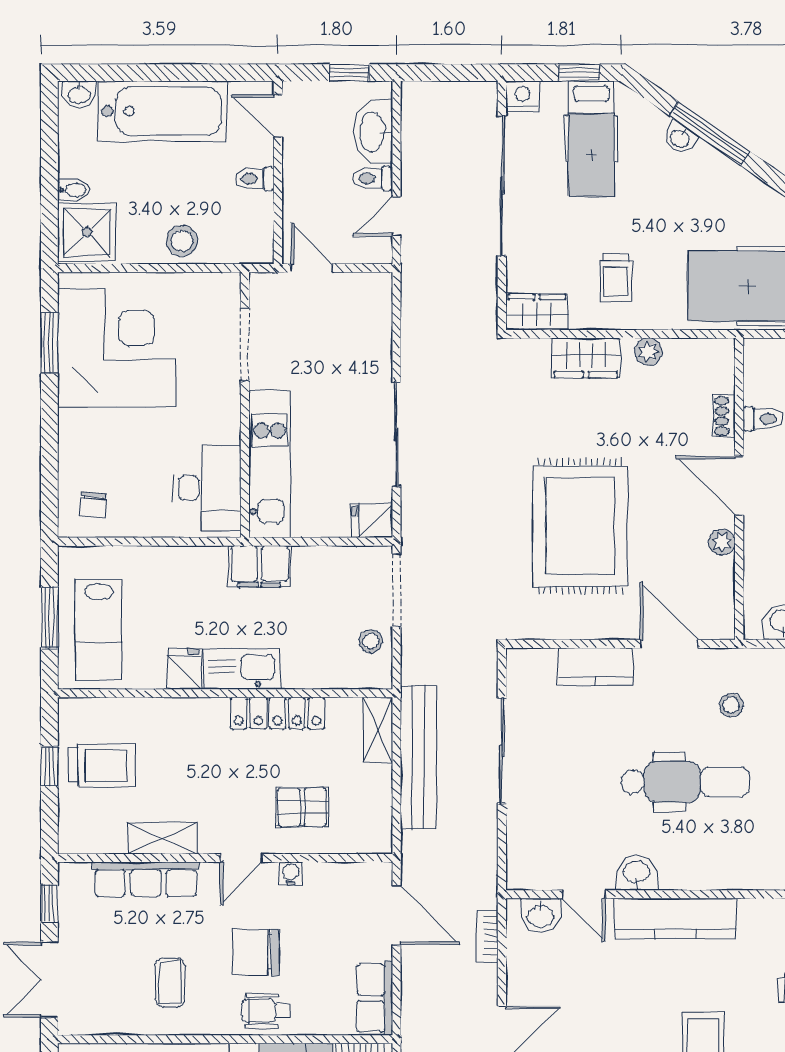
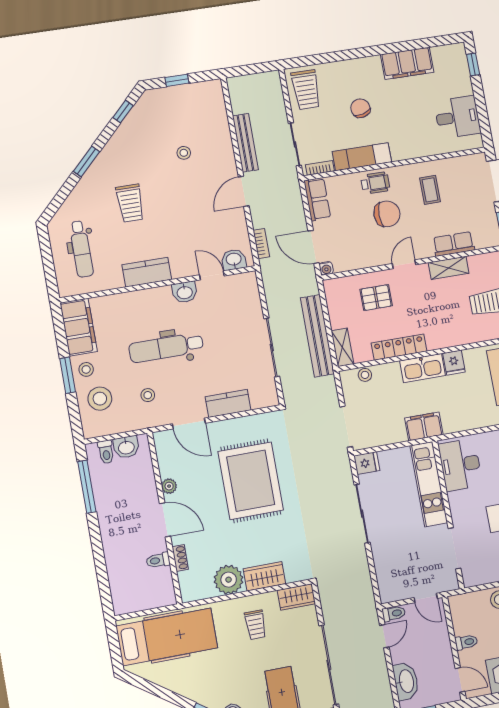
toilet: (373, 178) -> (394, 613), moved
trolley: (616, 278) -> (255, 625), turned 180
plant: (648, 352) -> (229, 580), width x1.87, depth x1.87
stool: (371, 641) -> (365, 375), moved
water cooler: (291, 873) -> (326, 268), moved
row of seats: (146, 879) -> (454, 244), width x0.68
kitchen counter: (675, 919) -> (147, 272), width x0.67

